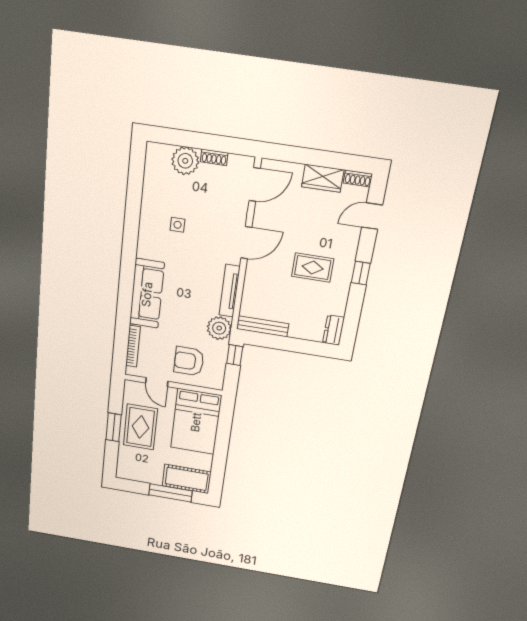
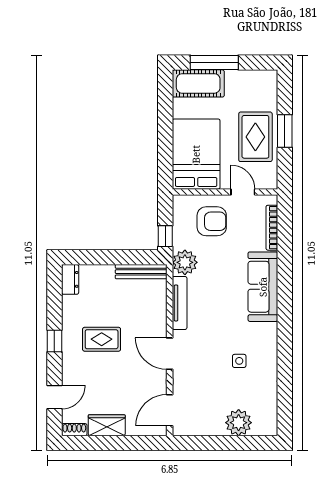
shoe rack: (214, 157) -> (211, 430), removed
door: (246, 243) -> (170, 354), hinge flipped

